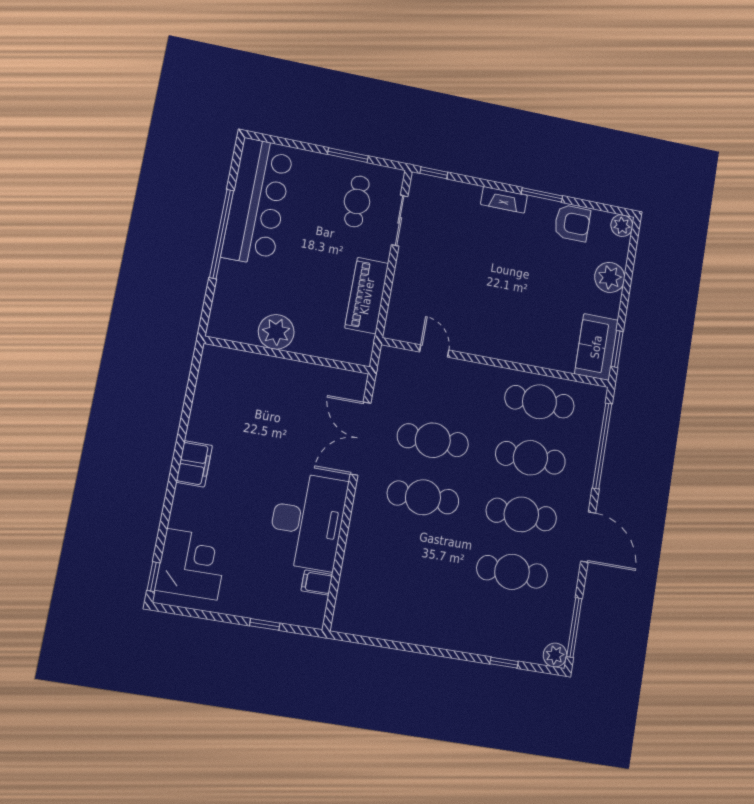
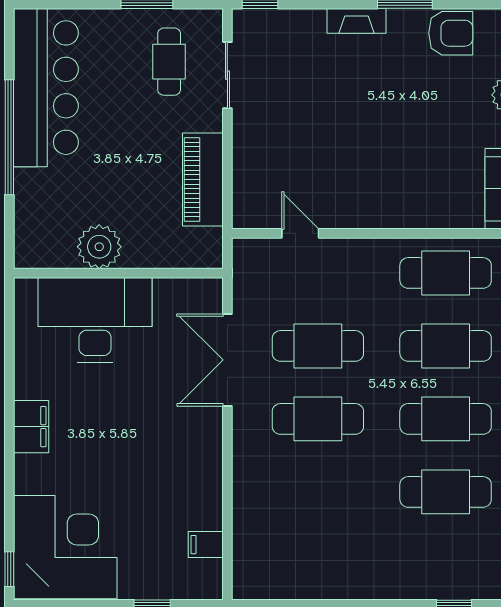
desk: (307, 521) -> (95, 320), moved, turned -90
corner desk: (192, 564) -> (65, 547), width x1.36, depth x1.36

